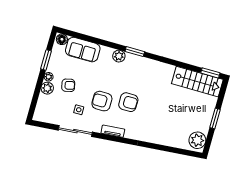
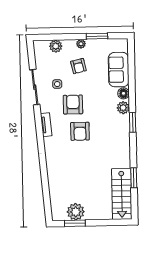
floor lamp: (62, 39) -> (123, 93), moved
window: (210, 73) -> (134, 178), moved
plant: (47, 88) -> (56, 46), moved
window: (215, 118) -> (75, 223), moved
plant: (197, 140) -> (76, 212), moved

